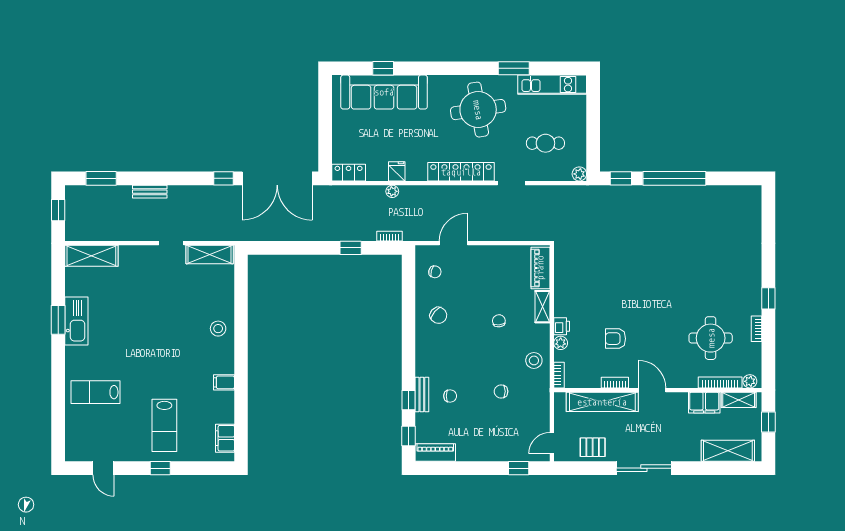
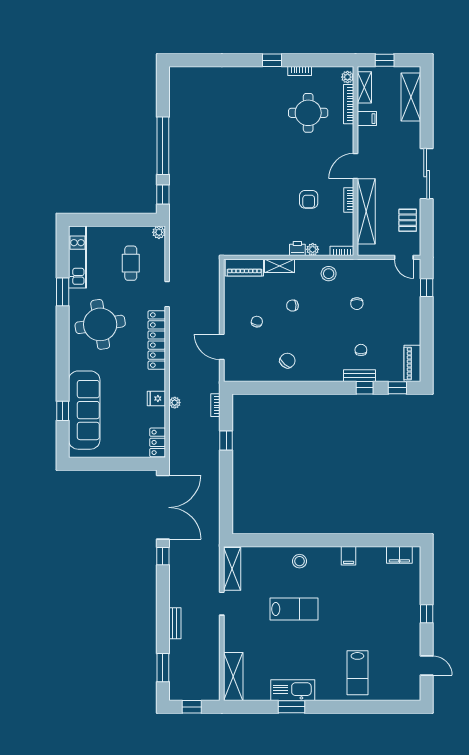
chair: (435, 272) -> (257, 322), moved
filing cabinet: (704, 403) -> (367, 119), width x0.50
lab bench: (164, 425) -> (294, 609), moved
door: (103, 468) -> (427, 666), hinge flipped

